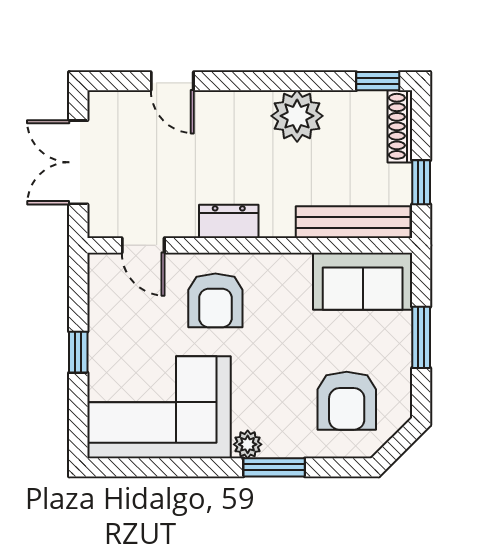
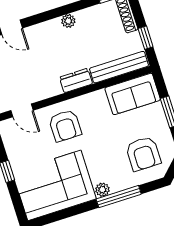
plant: (297, 116) -> (68, 21), width x0.53, depth x0.53
dresser: (229, 221) -> (76, 81), moved
window: (274, 467) -> (119, 197), width x1.44

